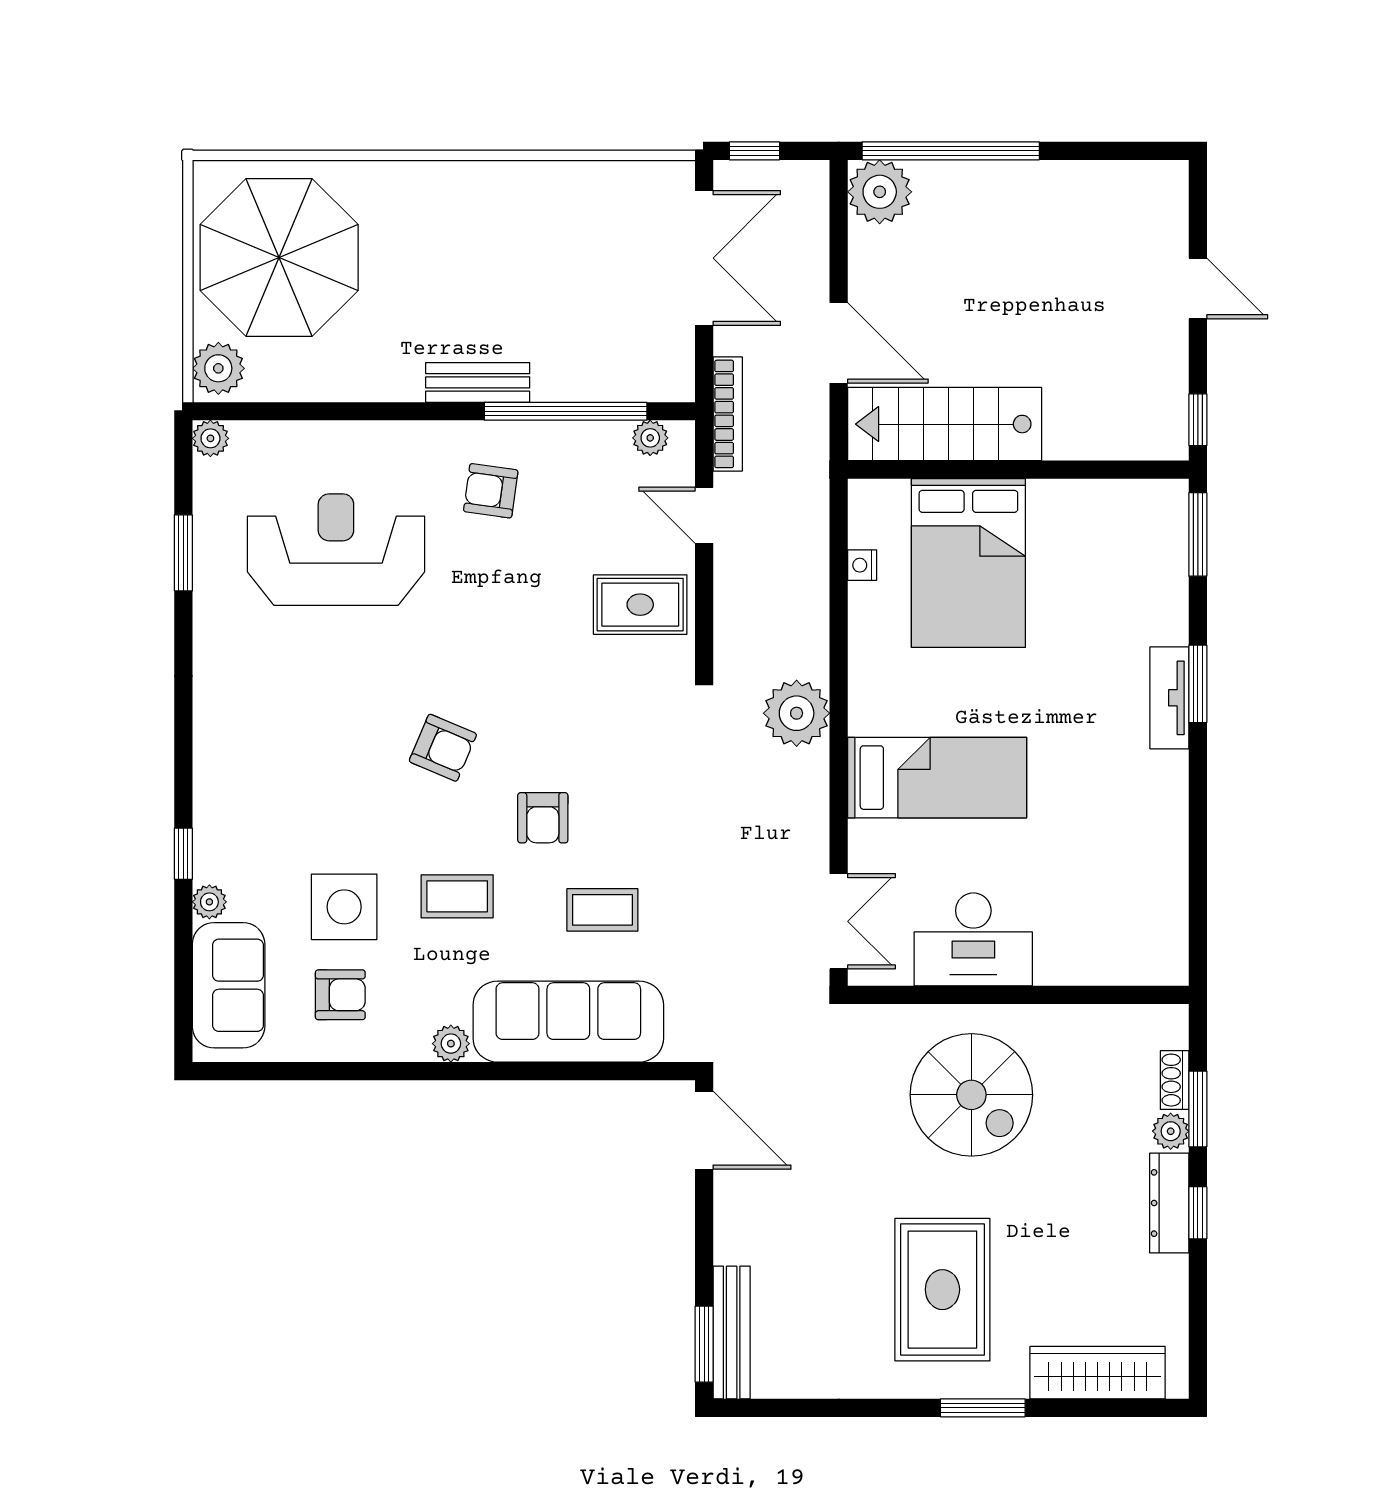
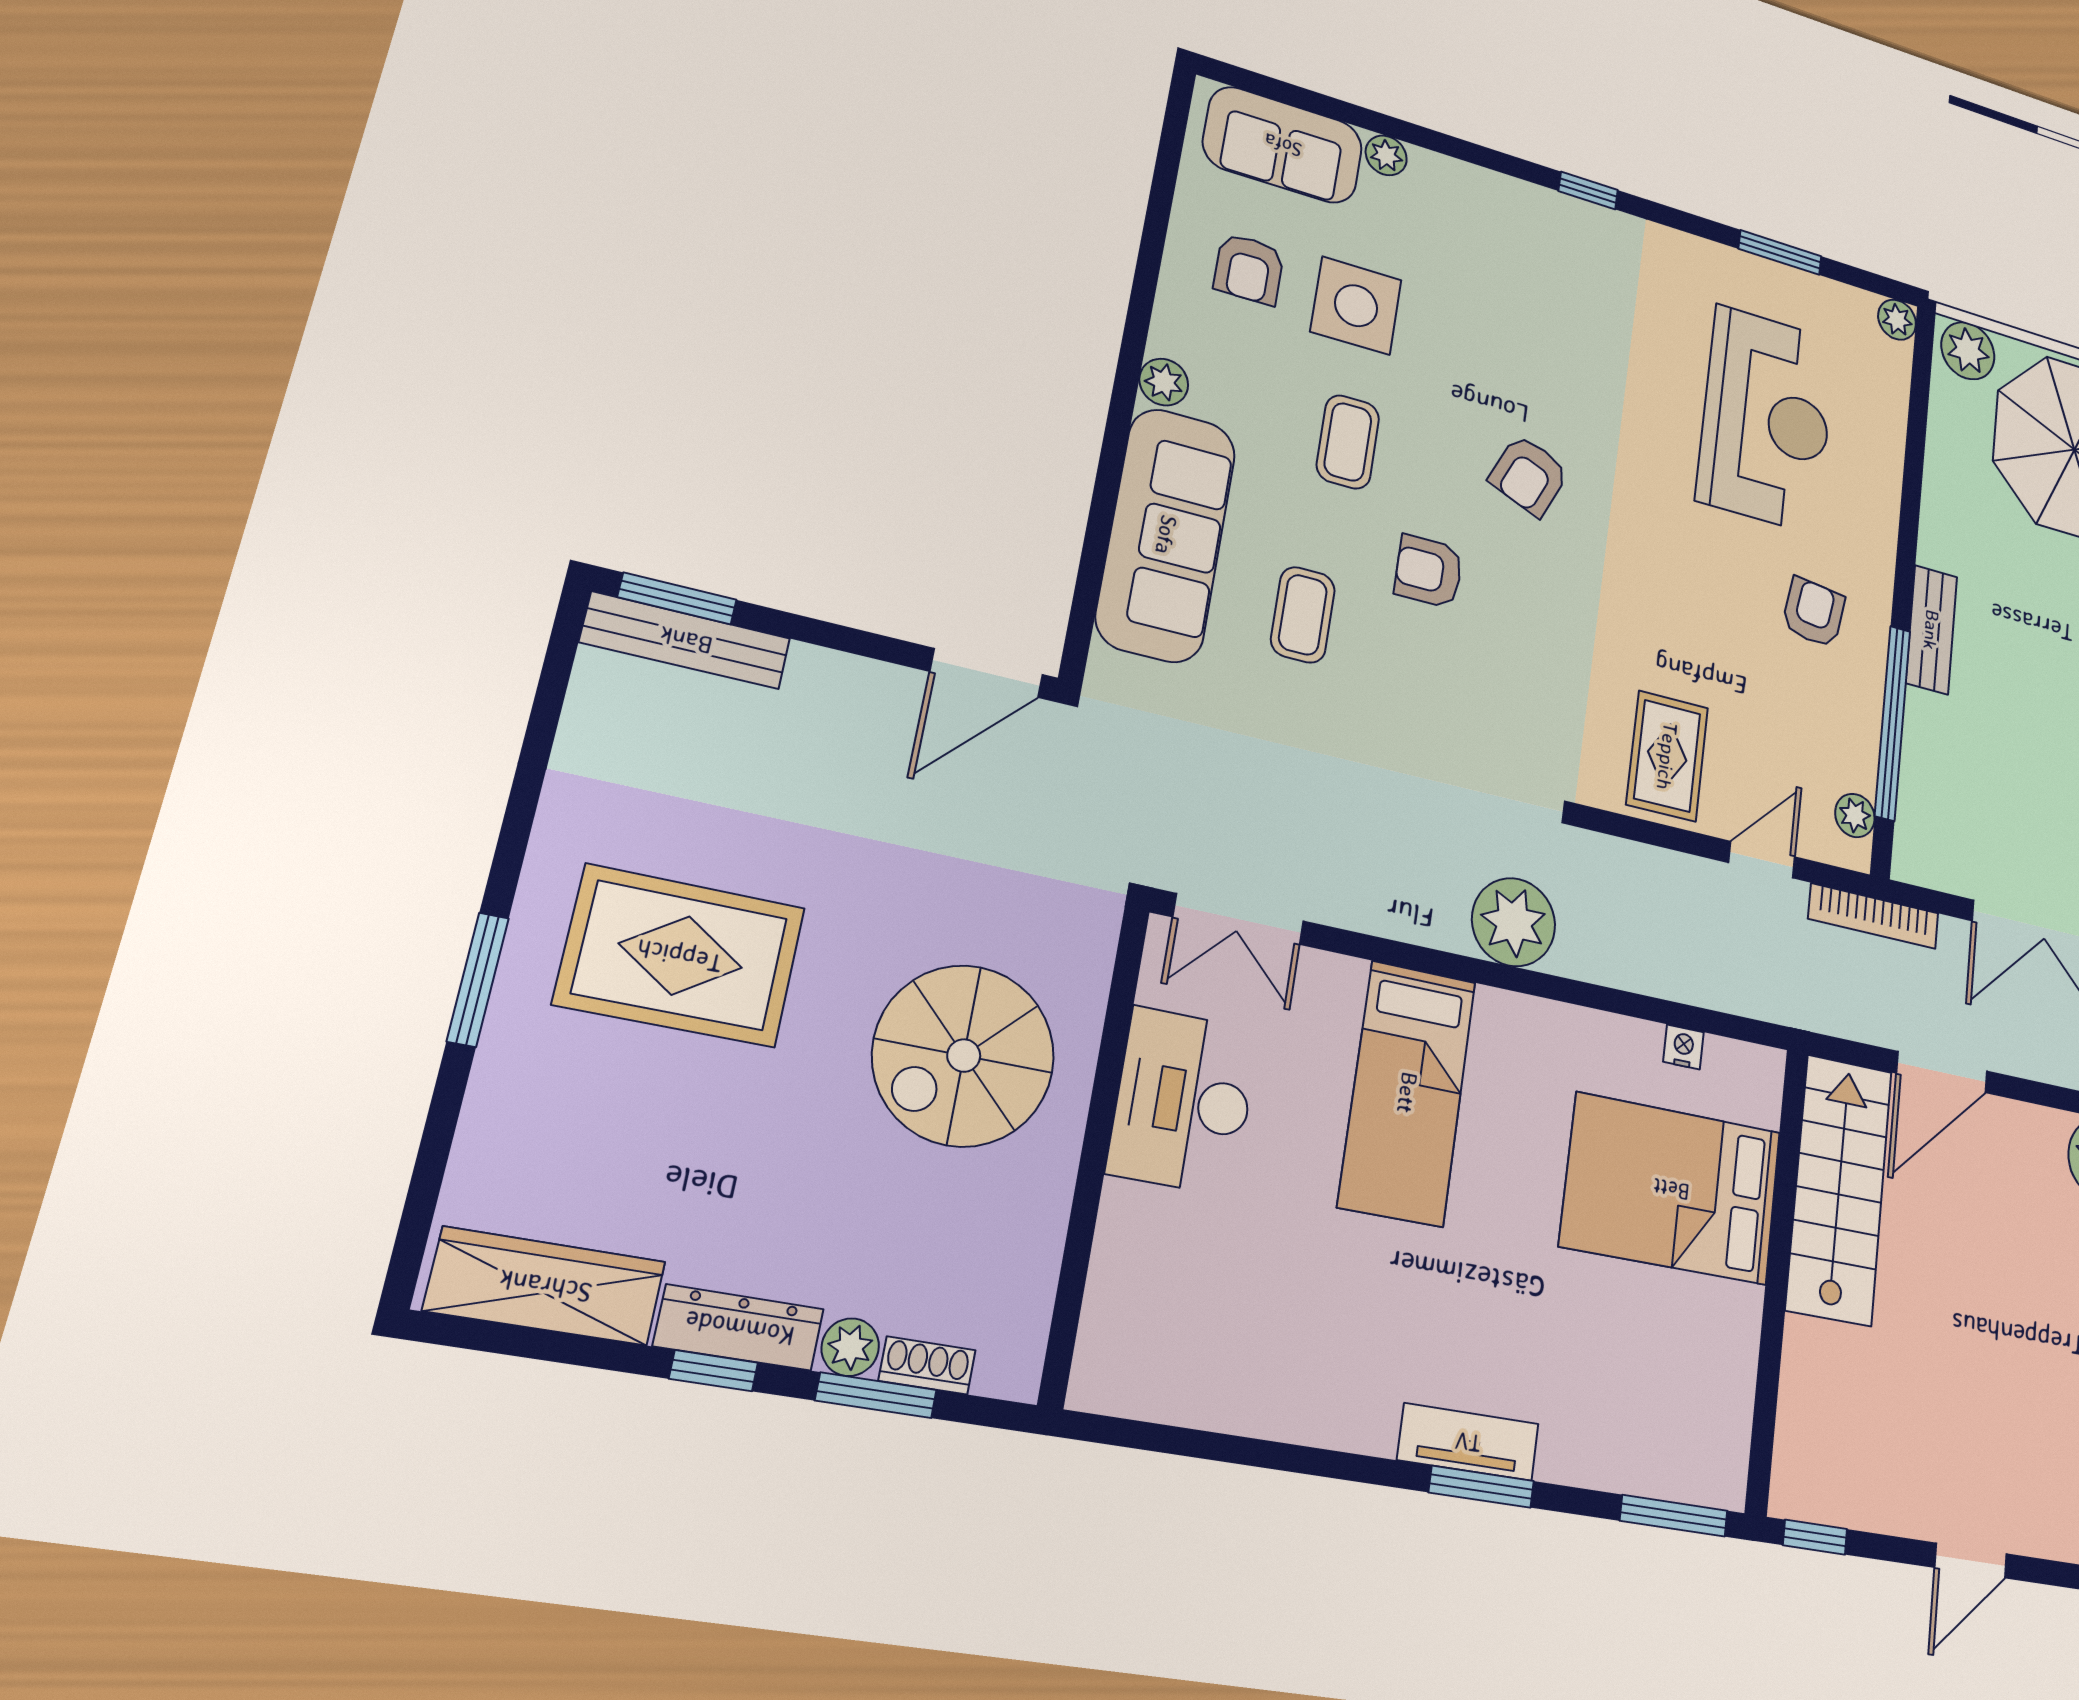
window: (183, 854) -> (1588, 191), moved
wardrobe: (1098, 1373) -> (545, 1286), moved, turned -90

